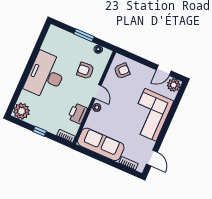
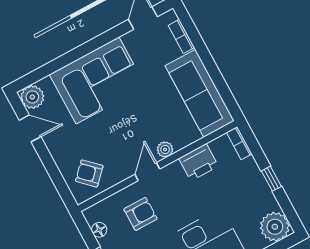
armchair: (85, 71) -> (141, 214), turned -86

